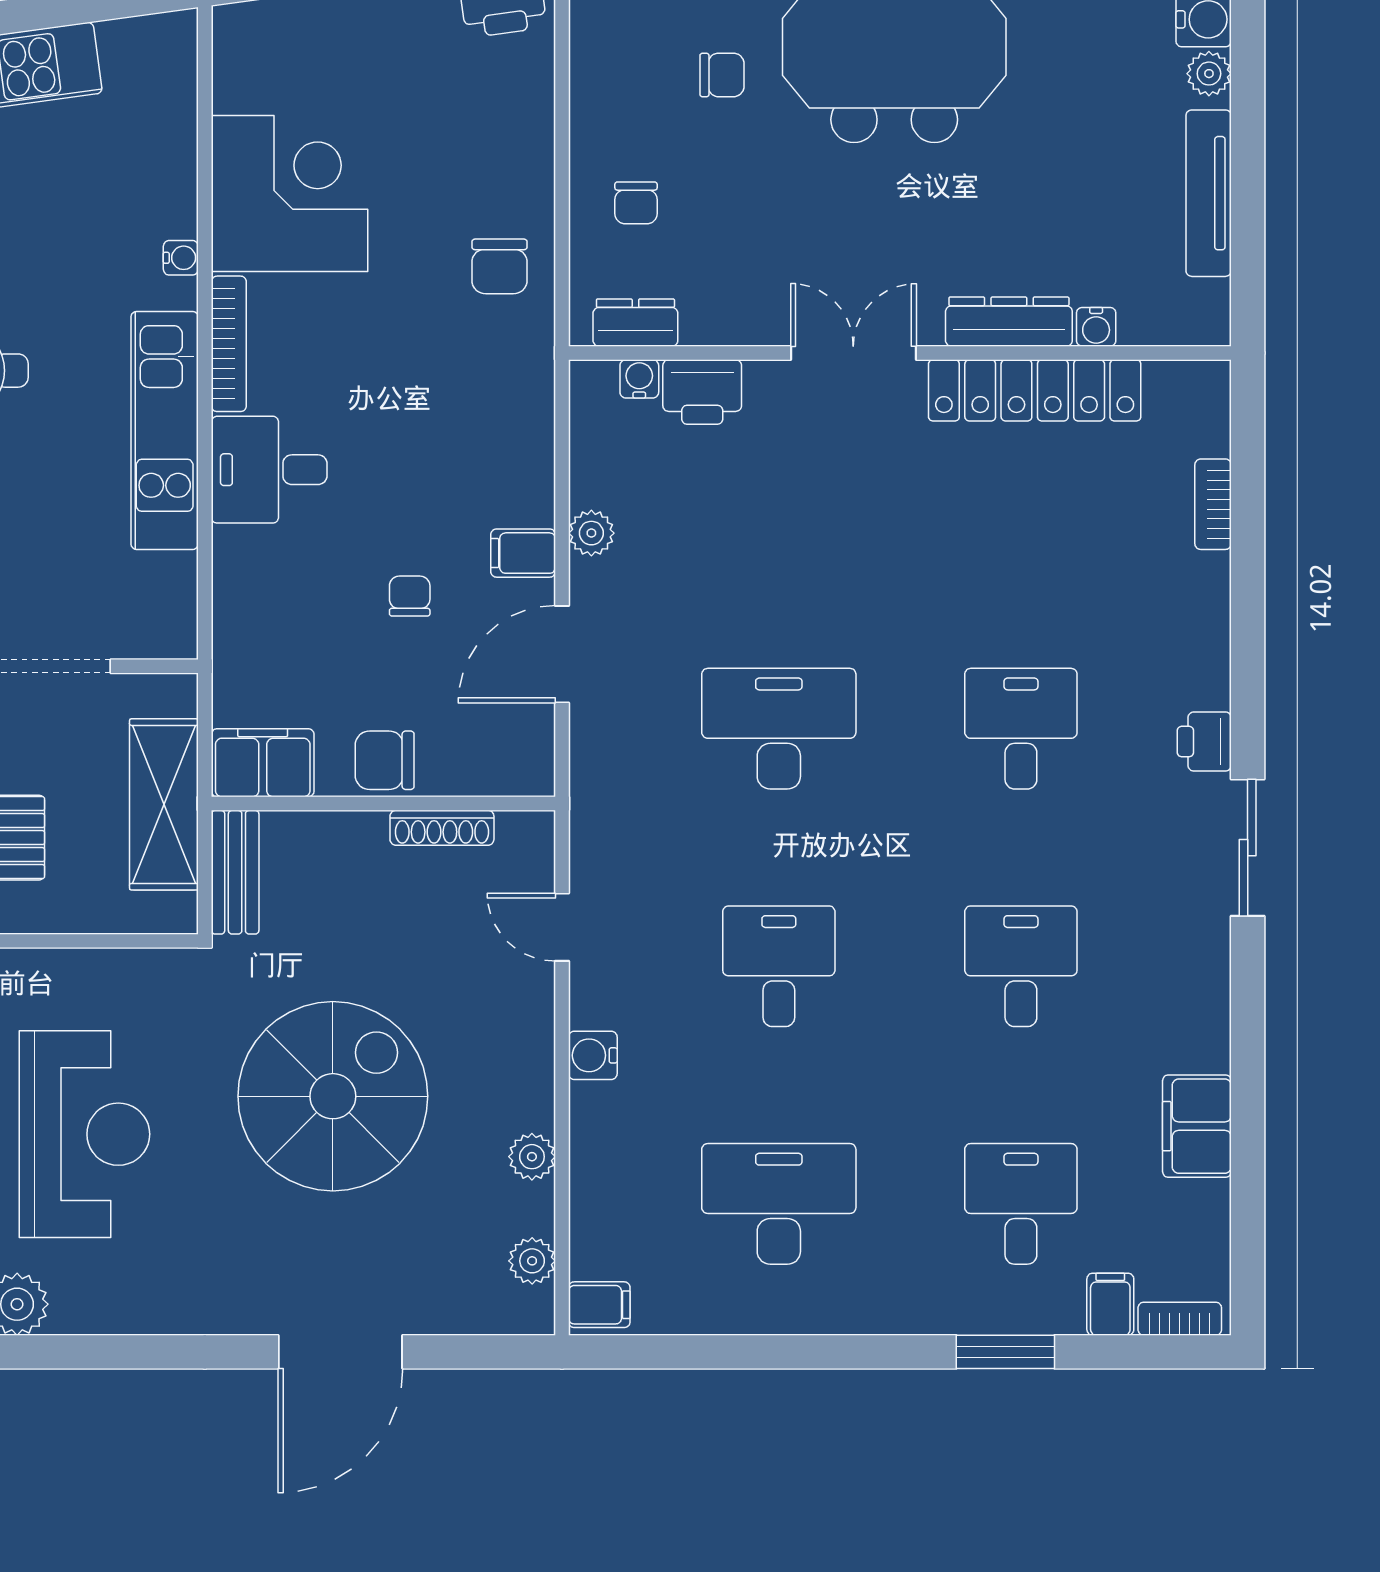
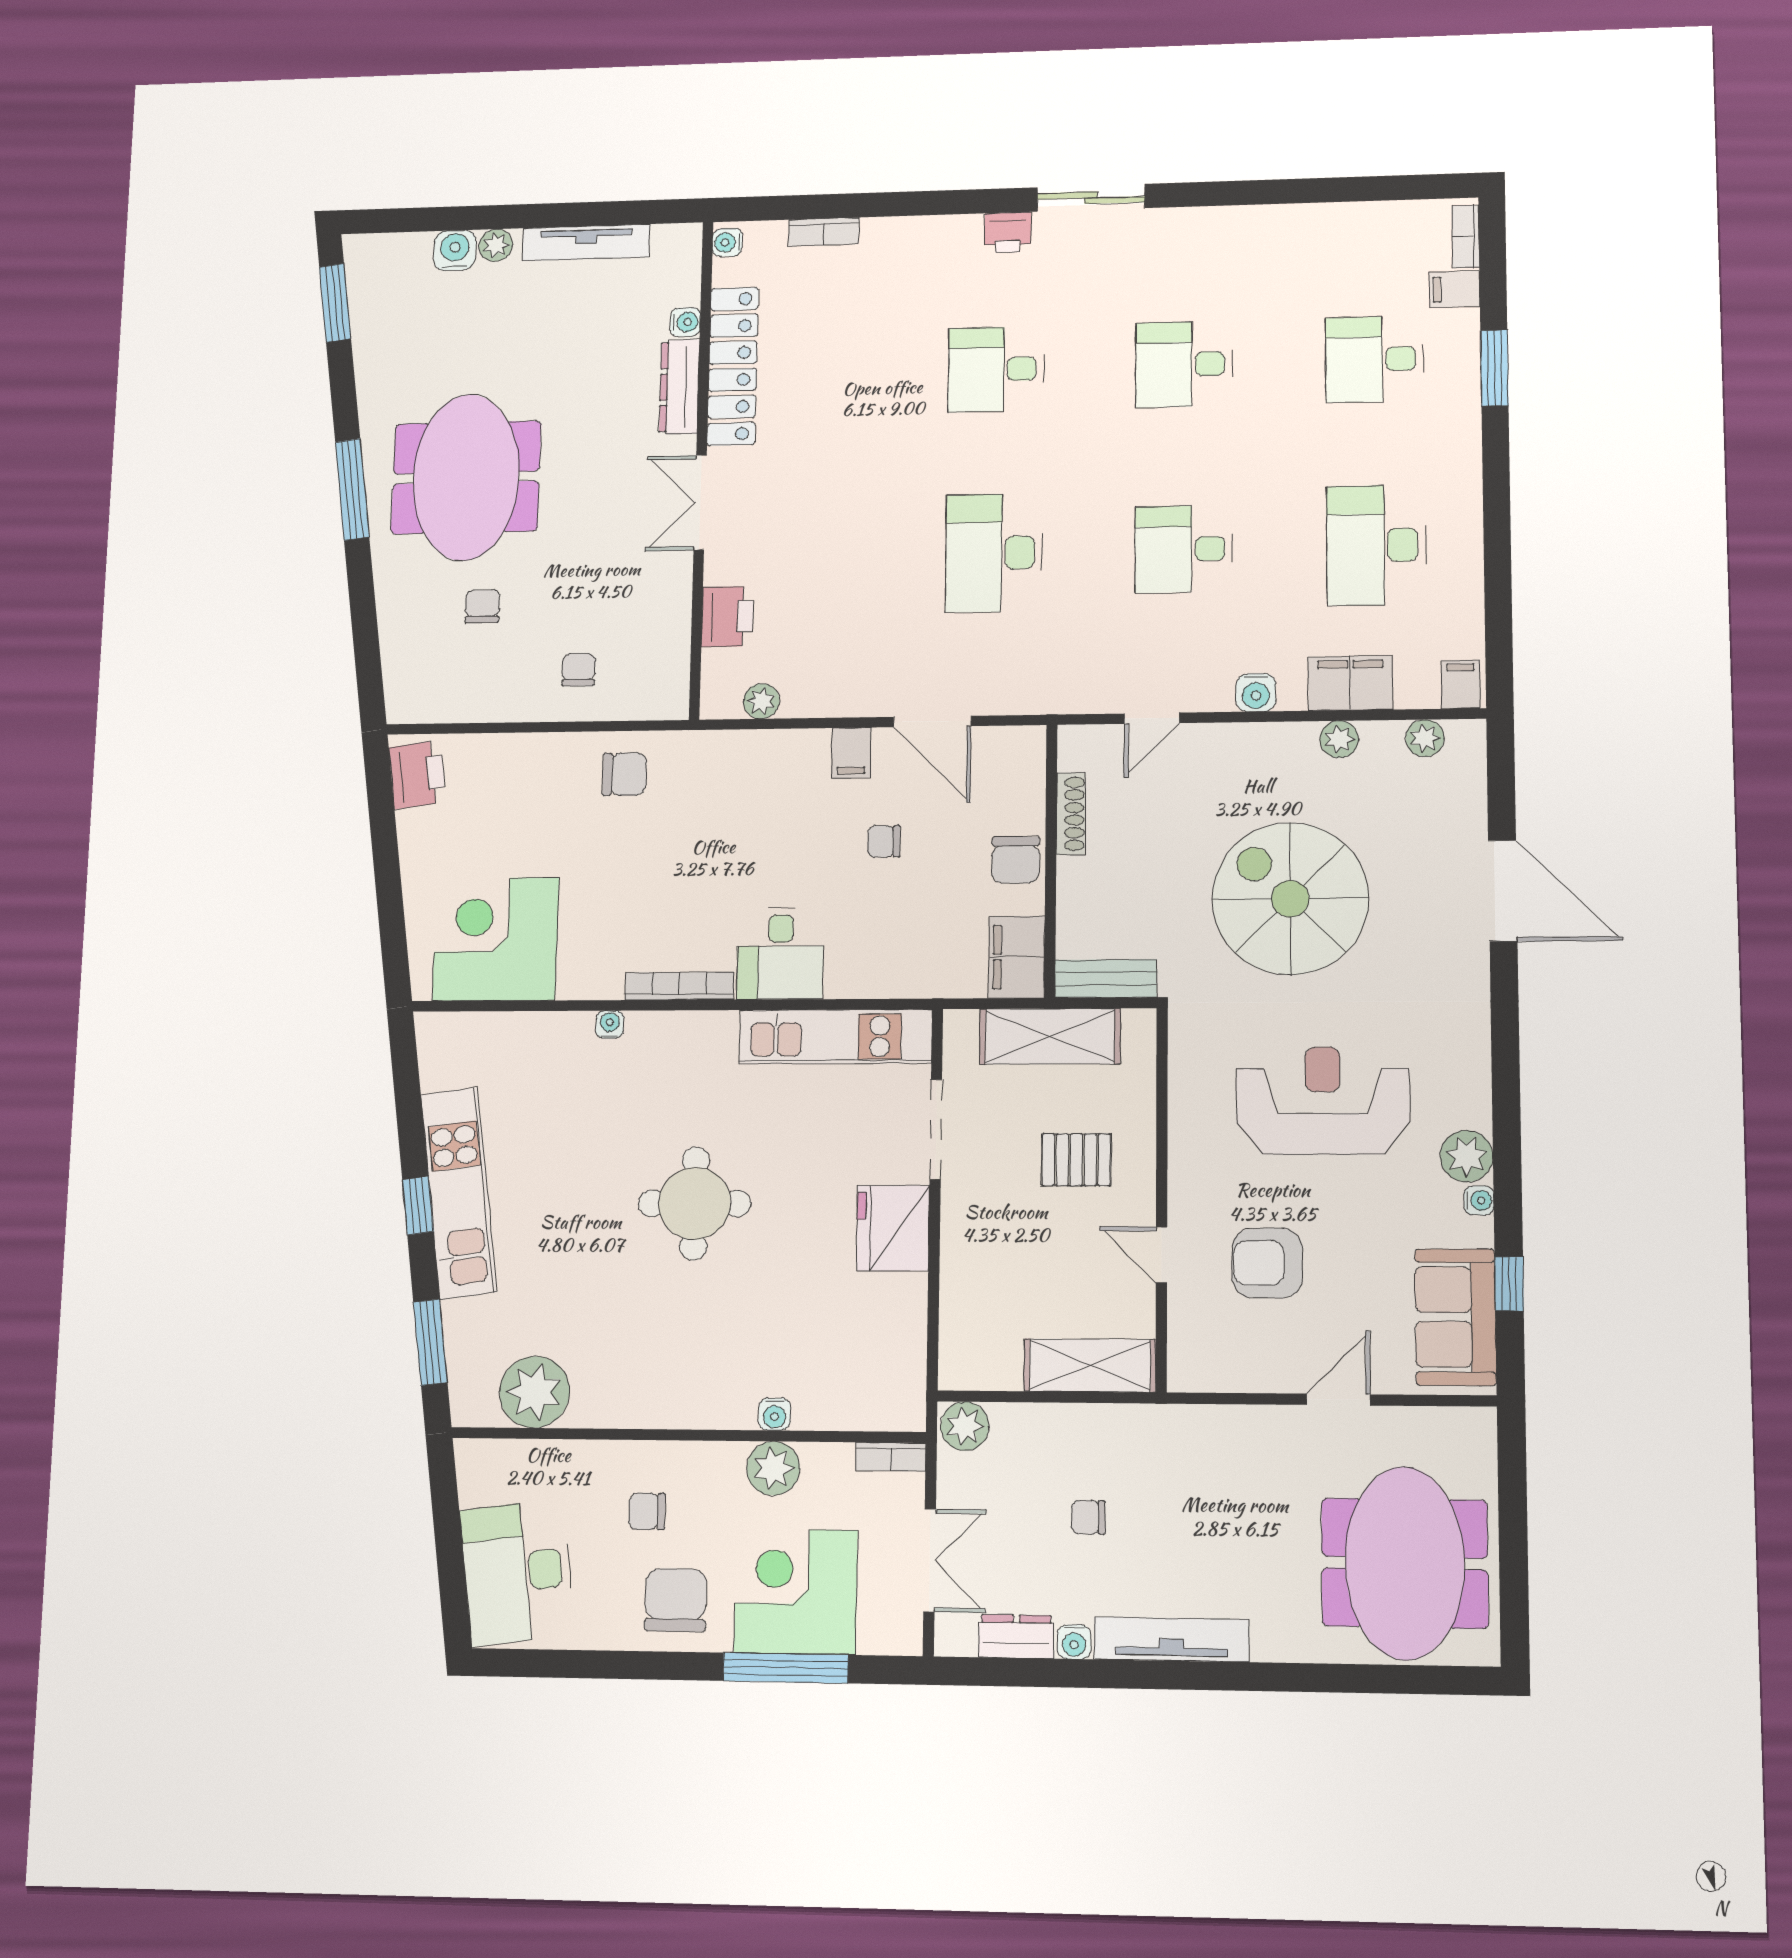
corner desk: (289, 193) -> (496, 939), moved
chair: (636, 203) -> (579, 670), turned -90
dresser: (635, 323) -> (672, 669), removed
water cooler: (639, 379) -> (727, 242), moved
kitchen unit: (165, 430) -> (835, 1037), moved
plant: (591, 533) -> (761, 701), moved
filing cabinet: (1197, 1126) -> (1350, 683), moved, turned 180

